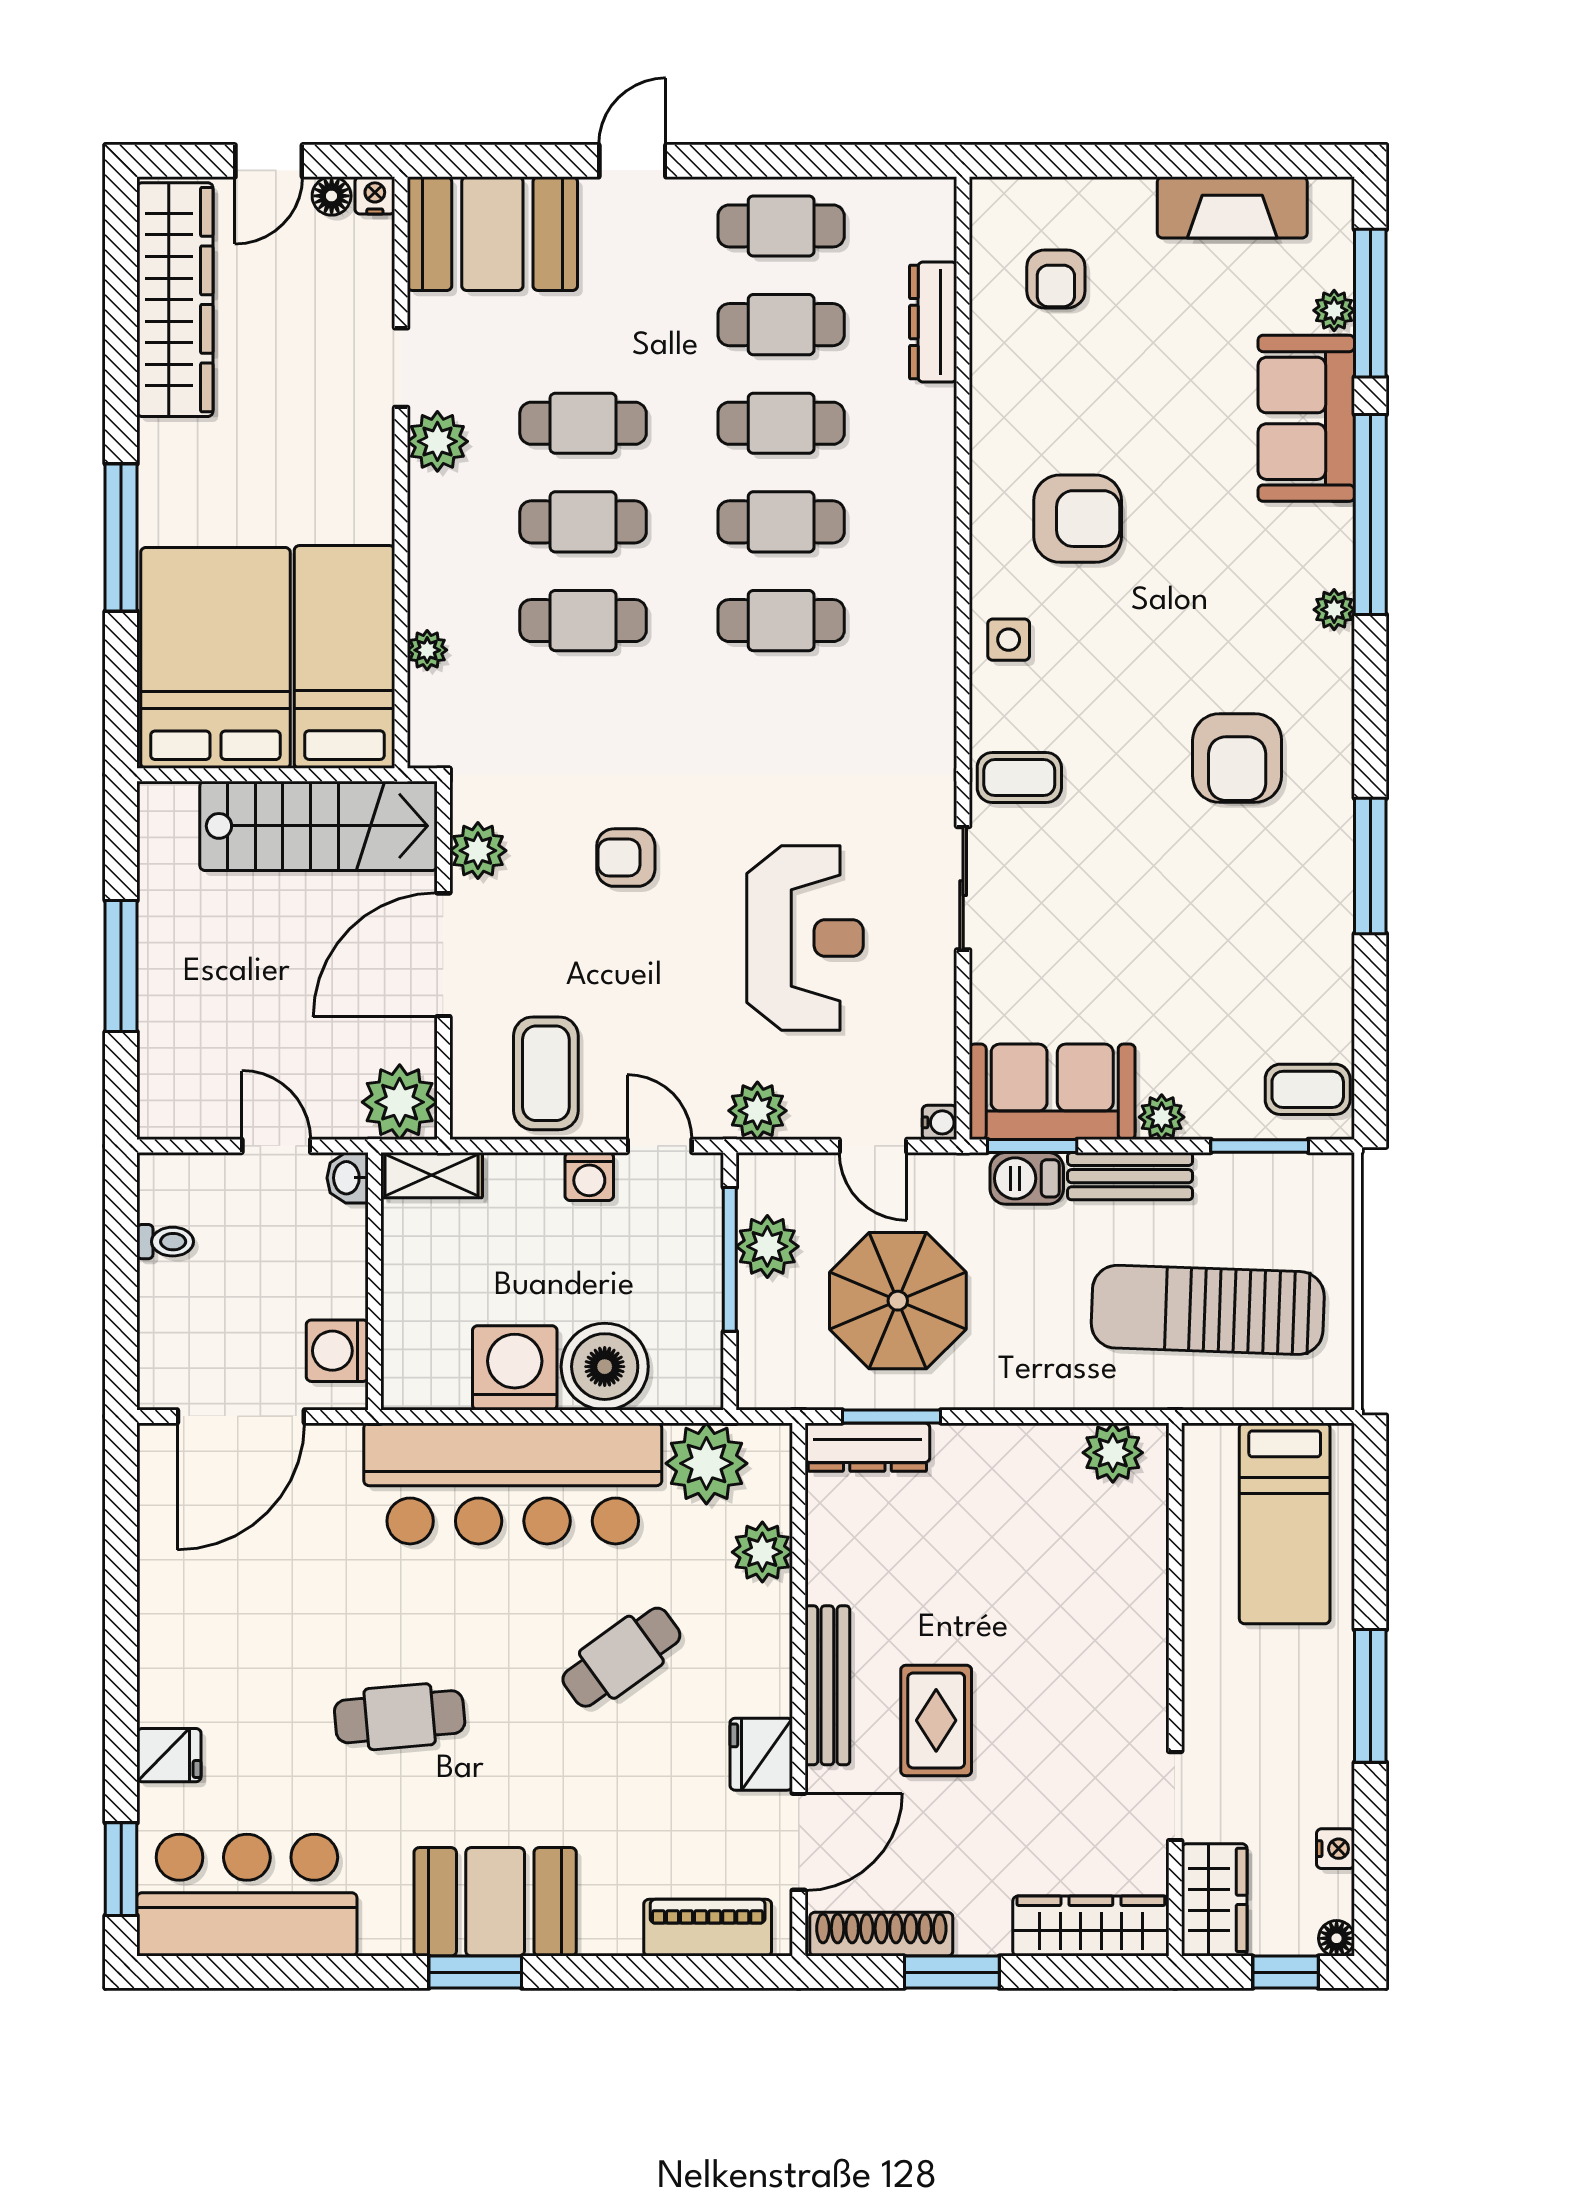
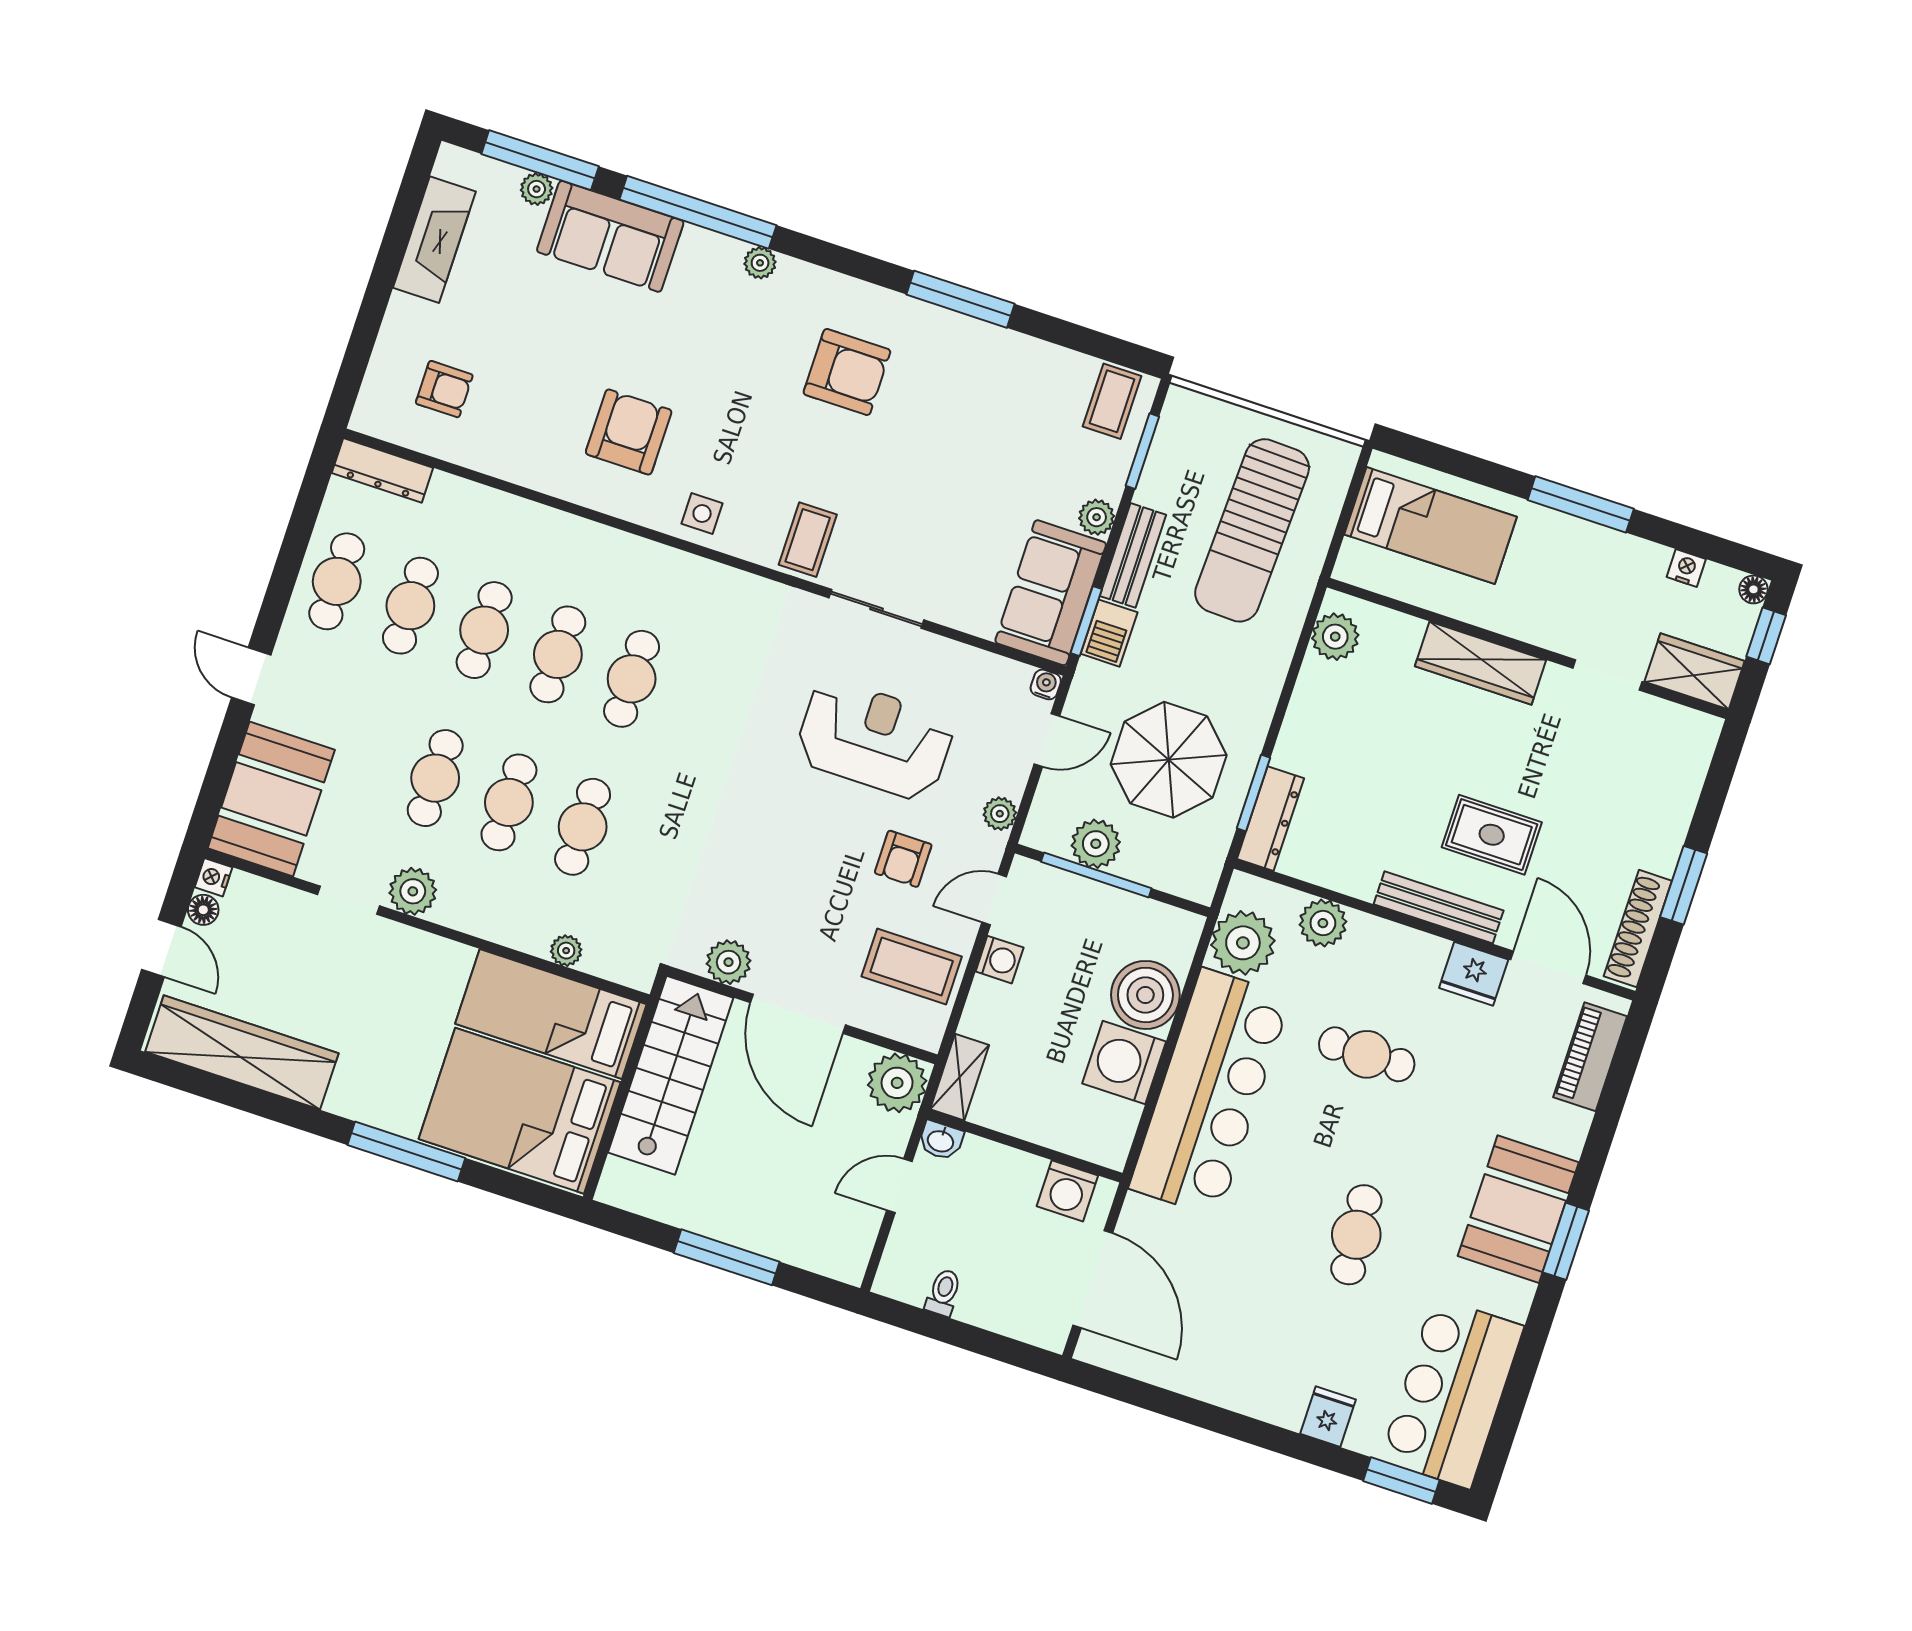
dresser: (933, 322) -> (382, 470), moved
armchair: (626, 858) -> (903, 859), moved
plant: (757, 1111) -> (1000, 814), width x0.73, depth x0.73
cafe table: (621, 1657) -> (1367, 1054), turned -54
wardrobe: (1091, 1926) -> (1480, 663), moved, turned -90

